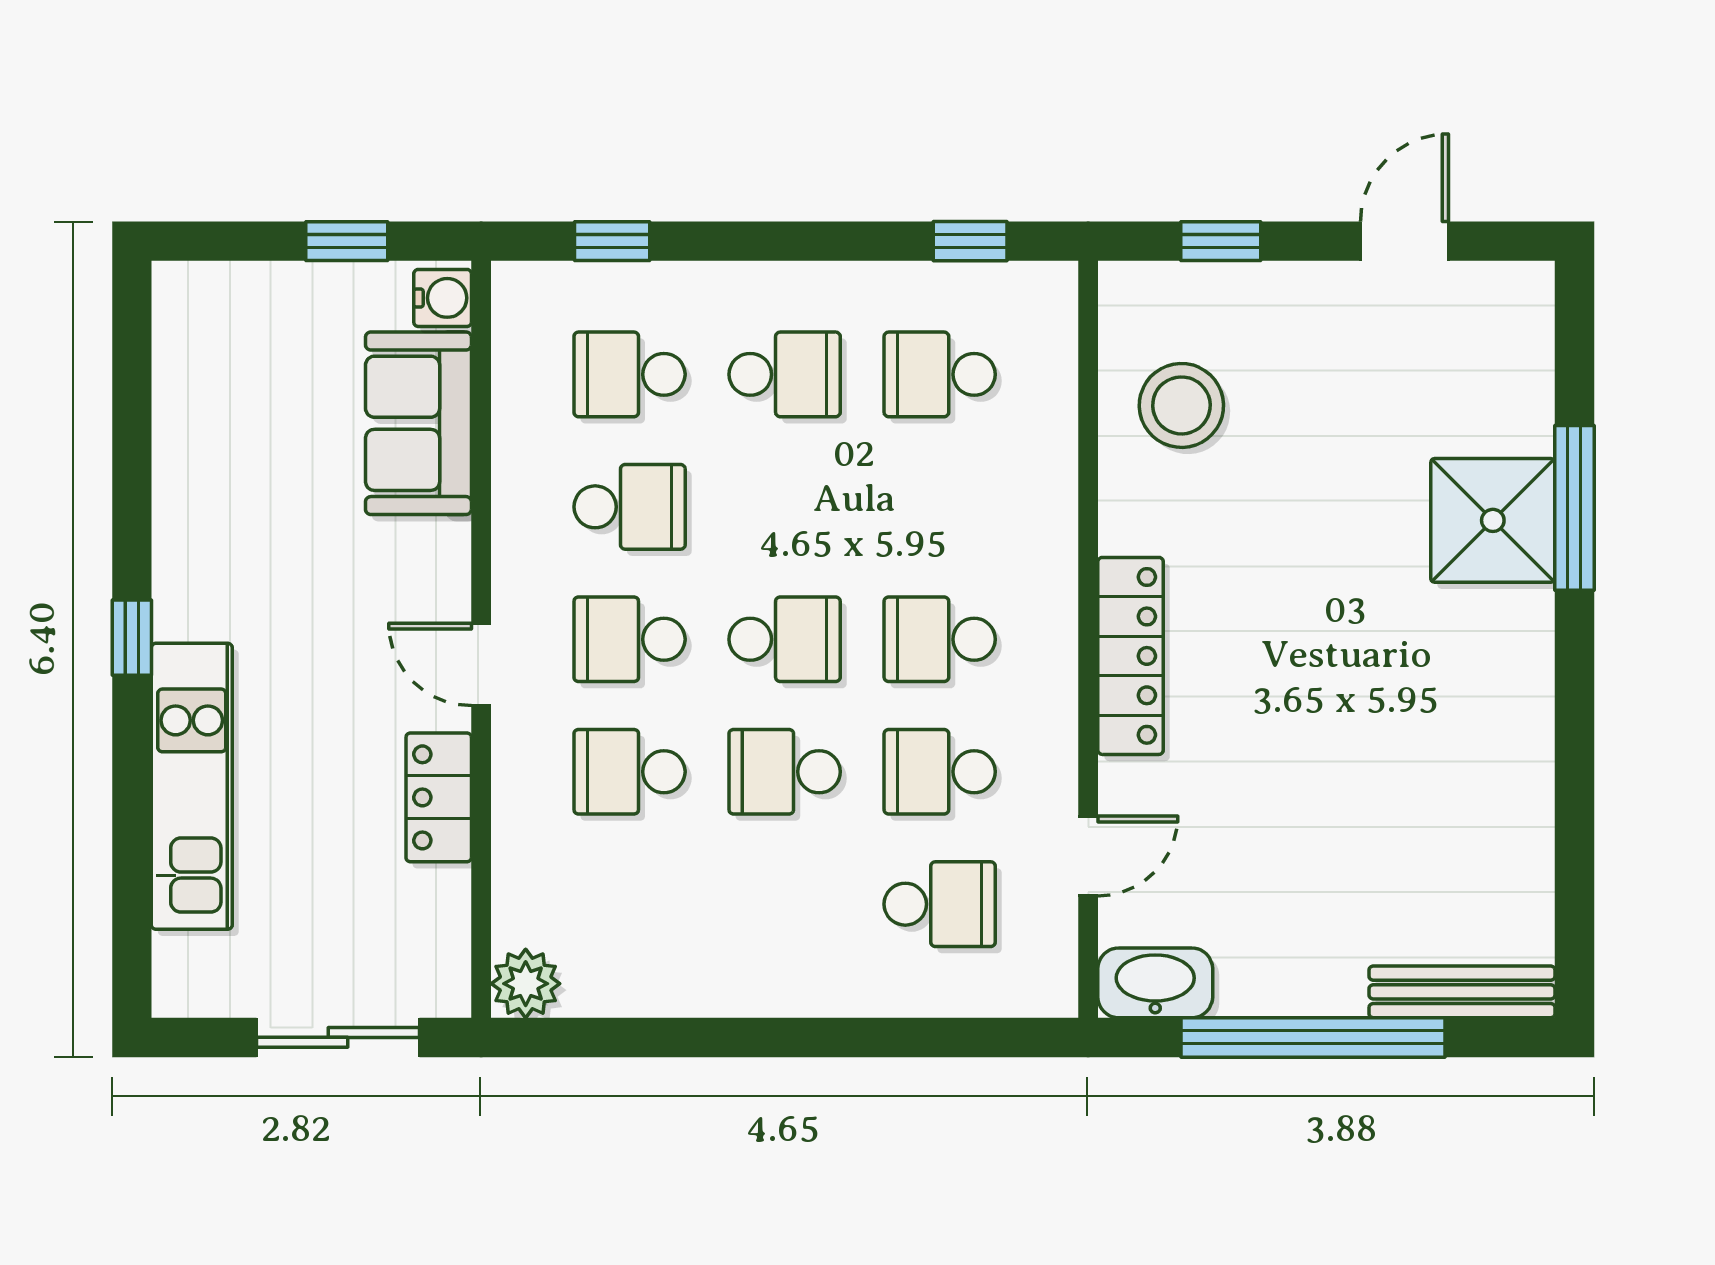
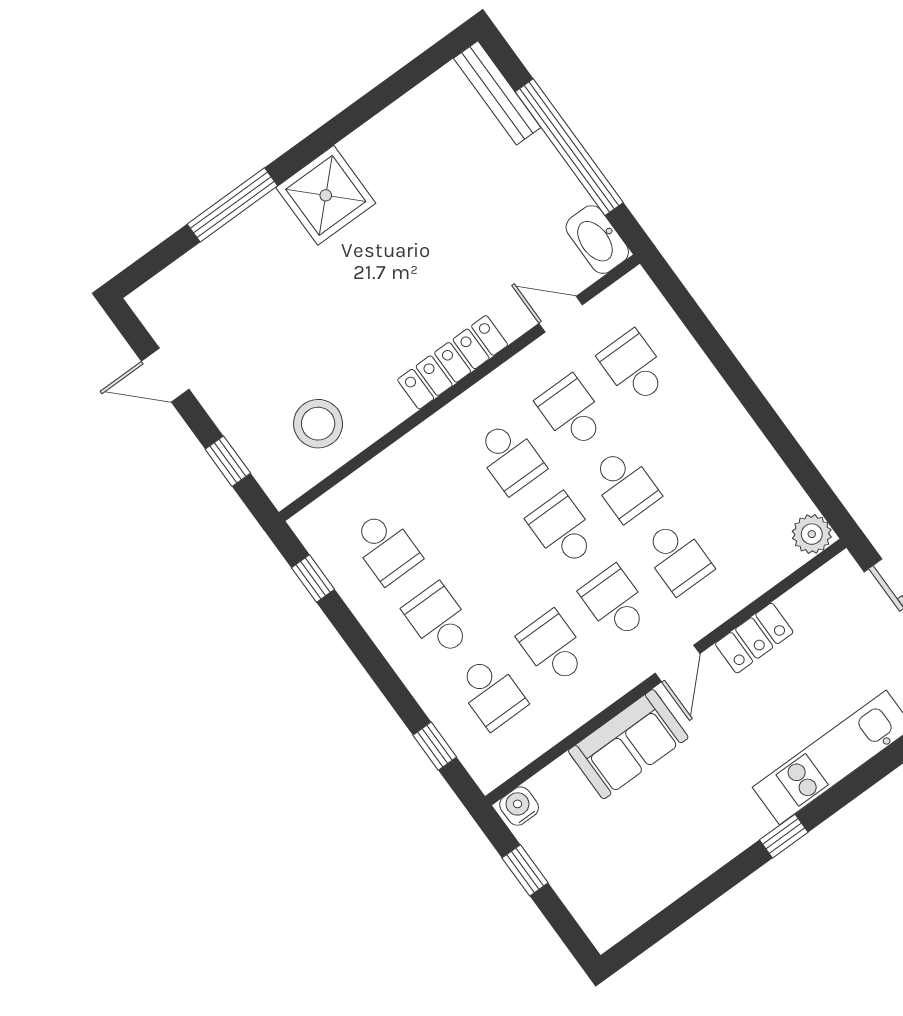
sofa: (418, 423) -> (628, 744), moved
shower: (1493, 520) -> (326, 195), moved
school desk: (630, 639) -> (615, 603), turned 180
school desk: (940, 772) -> (572, 412), turned 180

